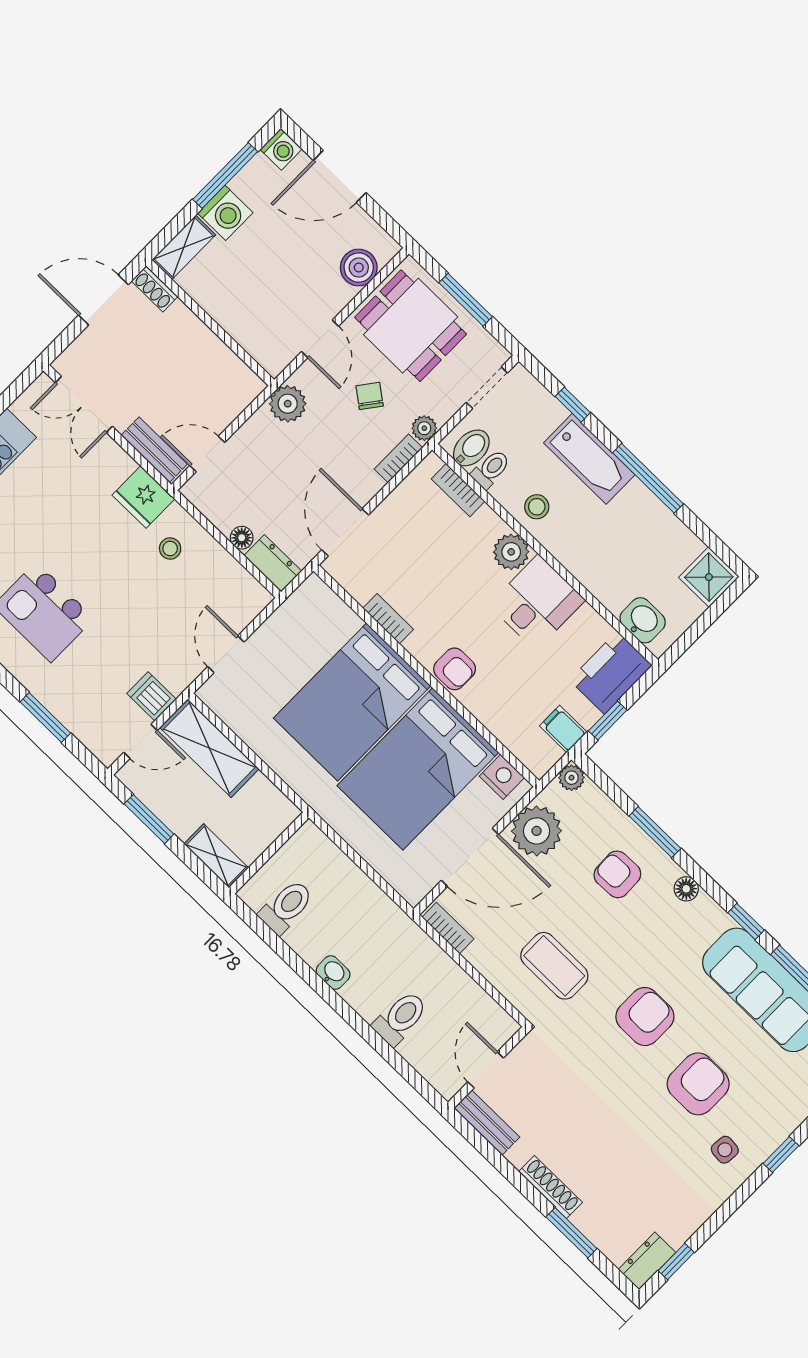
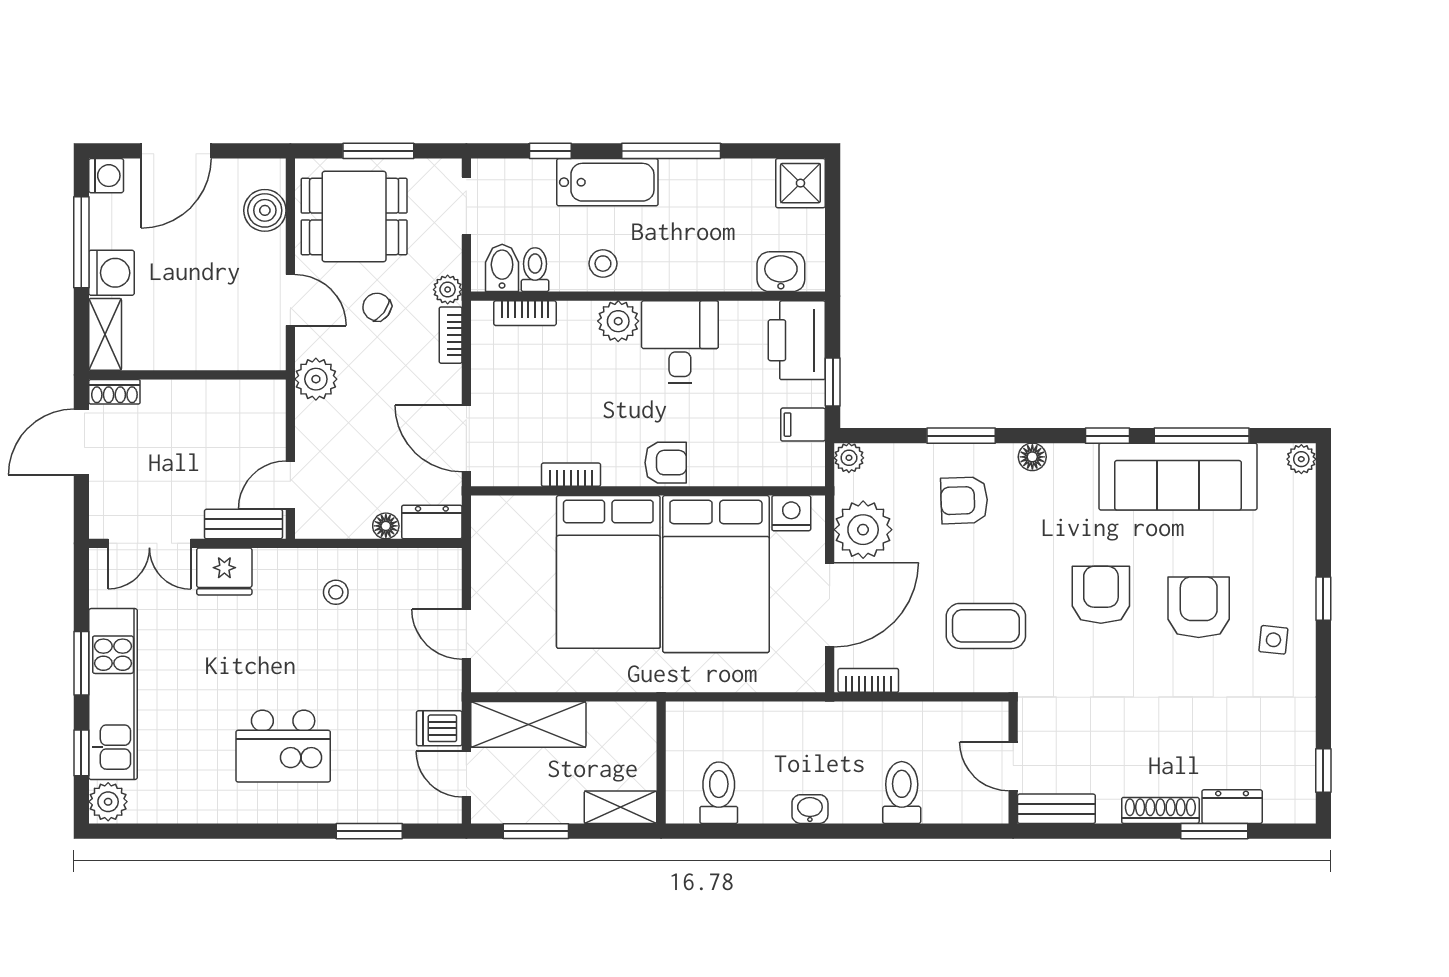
fridge: (143, 497) -> (224, 572), moved
door: (140, 741) -> (466, 774), swing flipped
dresser: (647, 1261) -> (1232, 807), moved, turned 90

